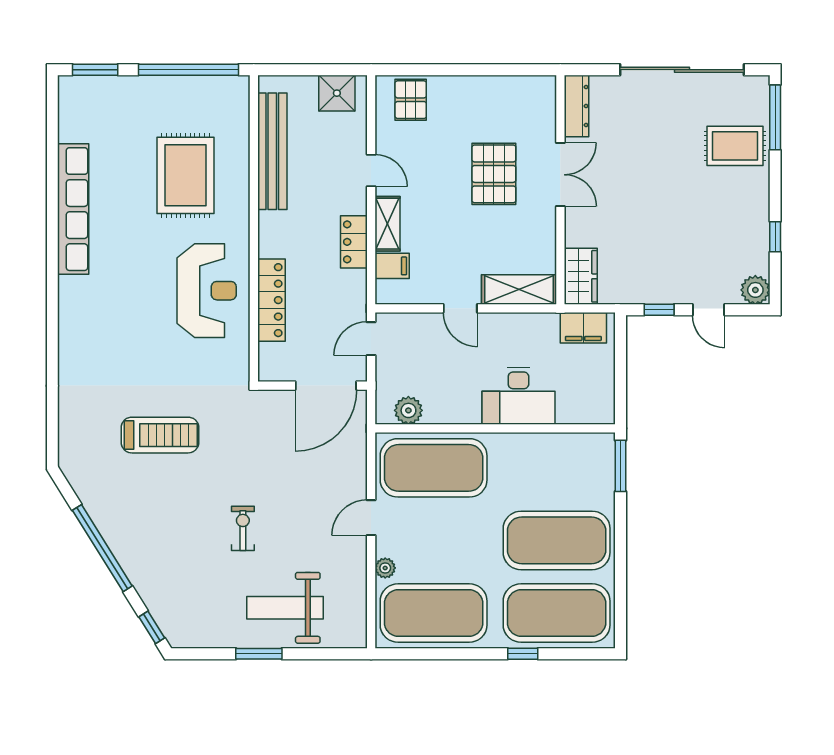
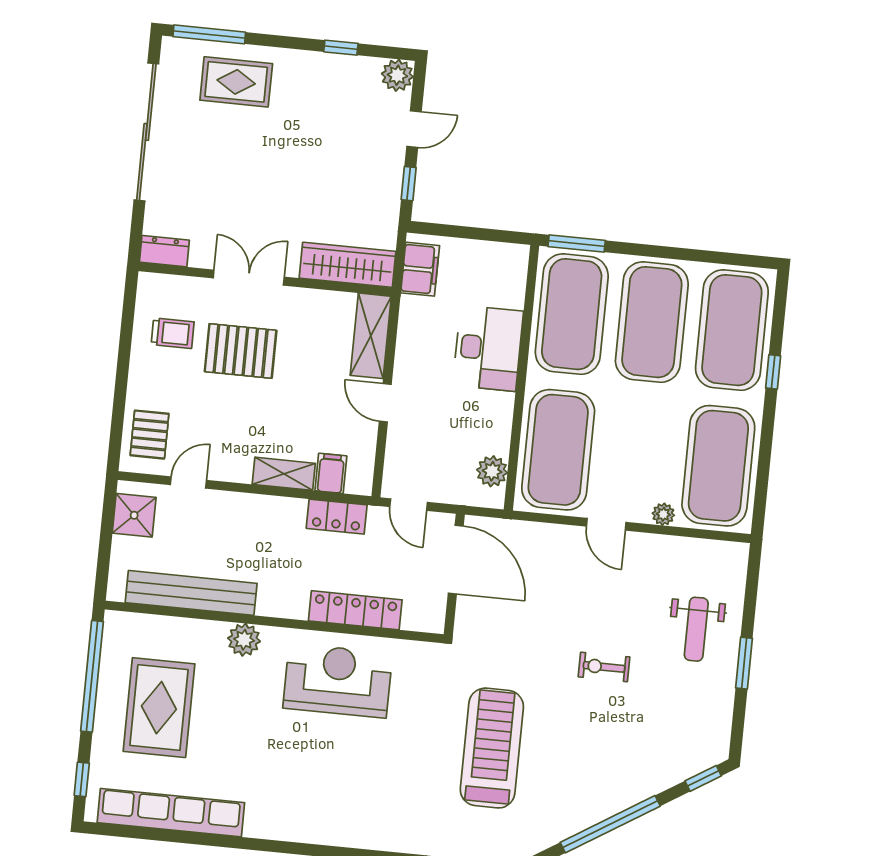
window: (95, 70) -> (82, 779), width x0.67
pallet: (411, 100) -> (150, 435), turned 90
dresser: (577, 106) -> (164, 251), width x0.70
trolley: (504, 111) -> (173, 333), added
rug: (735, 146) -> (236, 82), turned 90
door: (371, 171) -> (188, 483), moved
rug: (186, 175) -> (159, 708), moved, turned 90
plant: (235, 203) -> (244, 640), added
row of seats: (73, 209) -> (171, 813), moved
locker: (354, 242) -> (337, 517), moved
wardrobe: (581, 276) -> (348, 265), width x1.50
door: (460, 308) -> (385, 403), swing flipped
treadmill: (160, 435) -> (492, 748), width x1.37, depth x1.38
exercise mat: (557, 468) -> (572, 314), added
weight bench: (285, 608) -> (696, 629), width x0.73, depth x0.75

